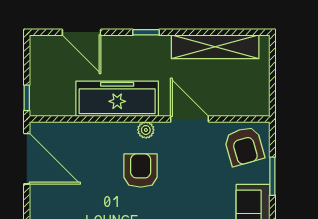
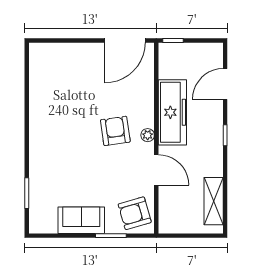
shelving: (215, 47) -> (214, 201), width x0.68
door: (190, 119) -> (156, 170), hinge flipped
armchair: (141, 171) -> (115, 131), turned -98

